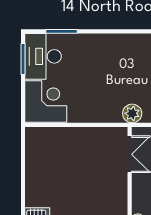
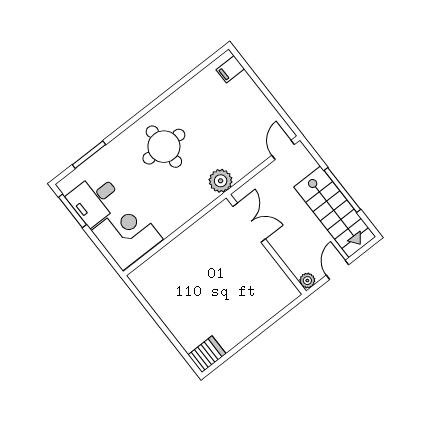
desk: (43, 56) -> (95, 199), width x0.73
round table: (113, 64) -> (164, 147), added

